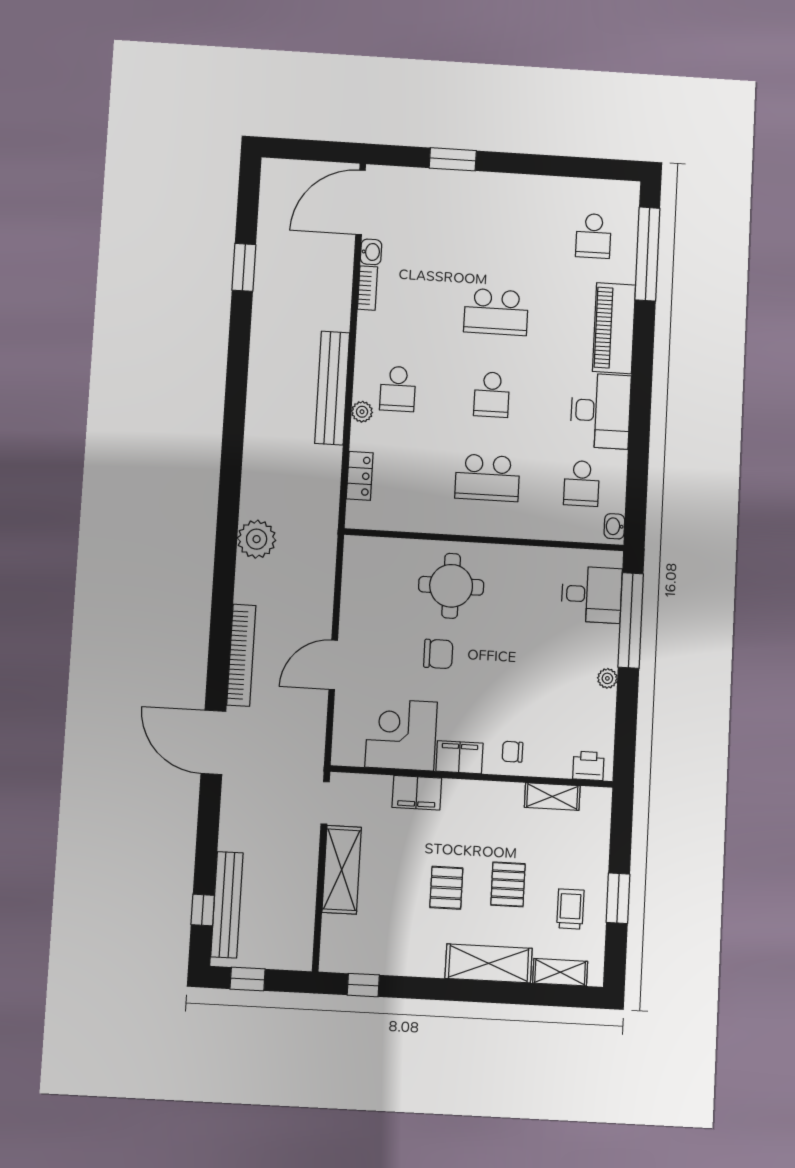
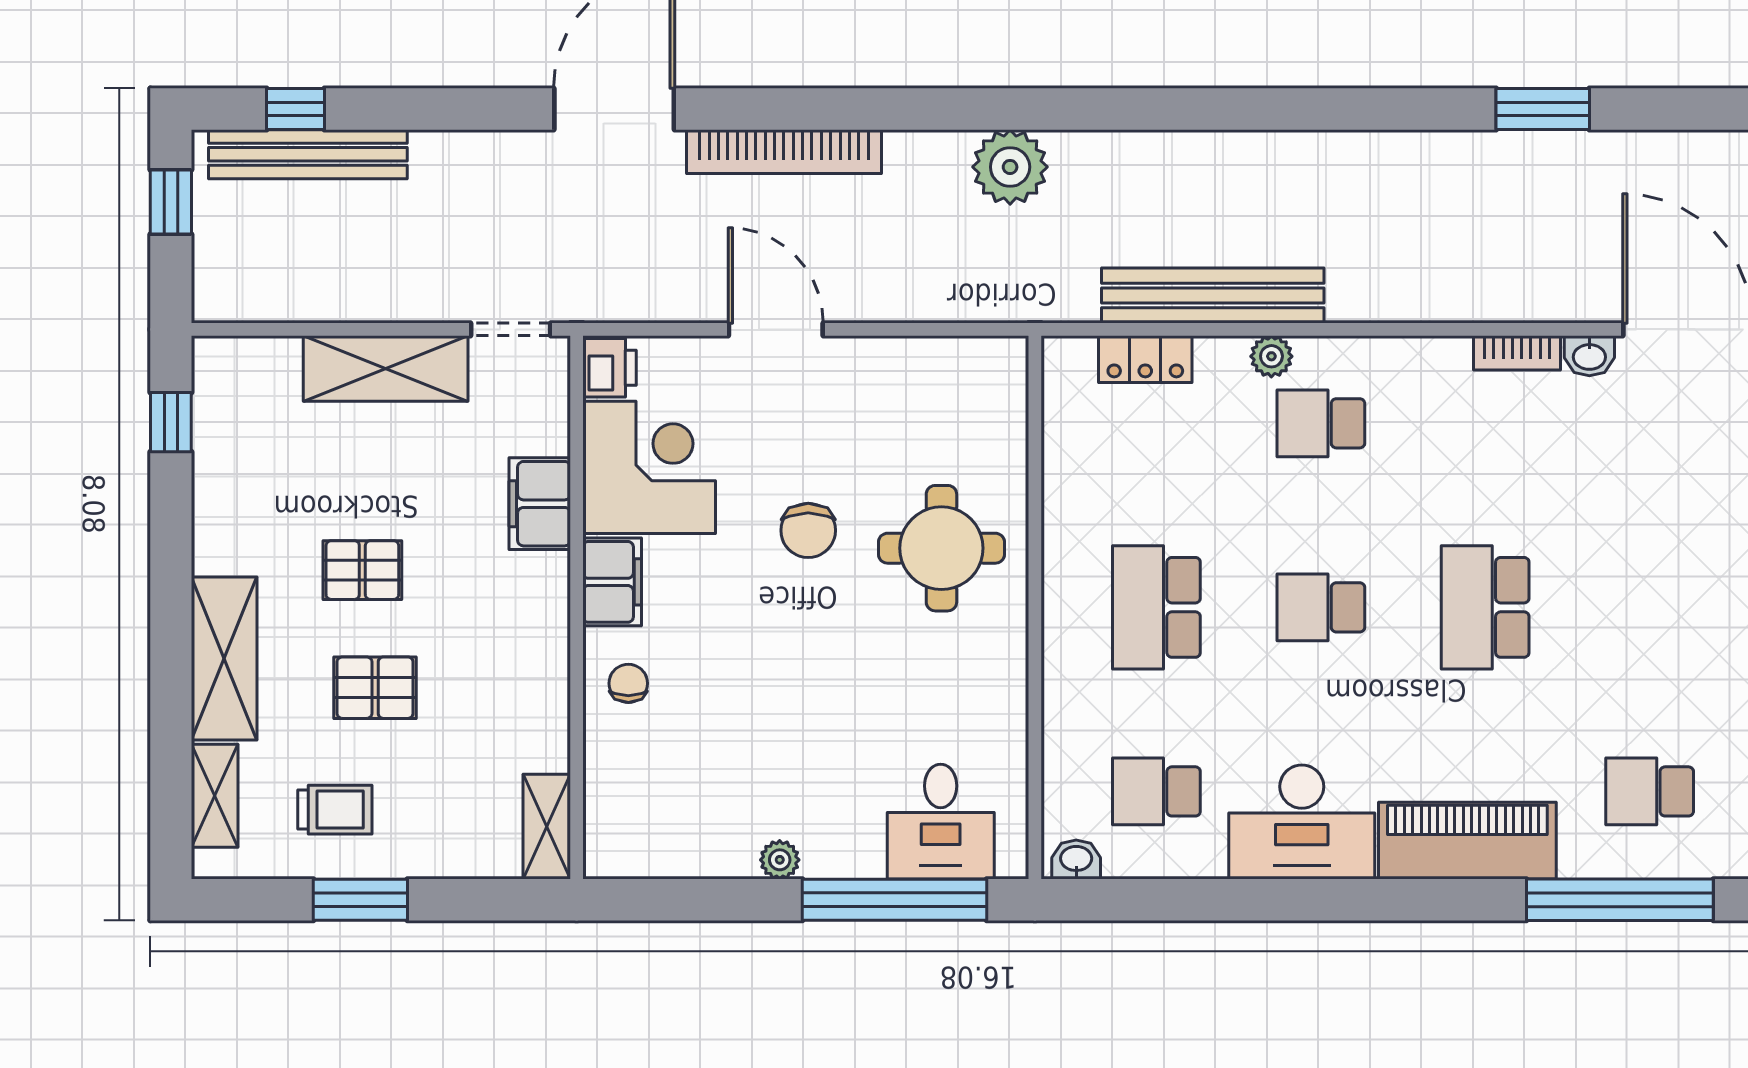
bench: (332, 388) -> (1213, 296), moved
printer: (588, 766) -> (609, 368), moved
shelving: (552, 797) -> (547, 827), moved

